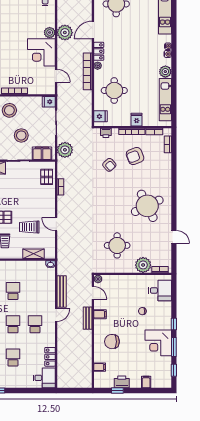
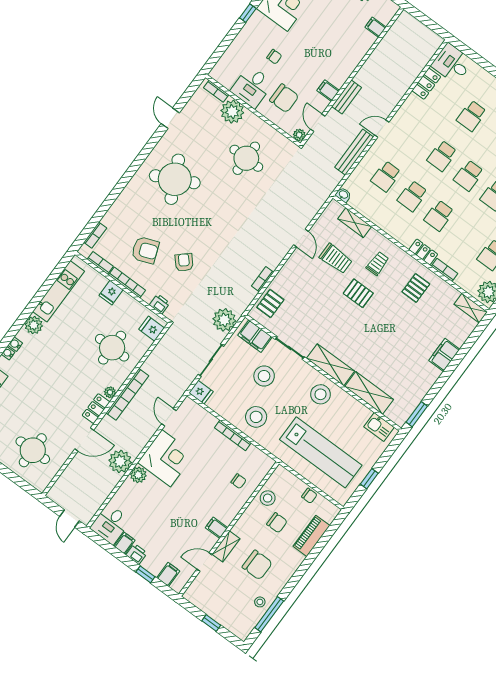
desk: (160, 290) -> (252, 87), moved, turned -90
school desk: (35, 324) -> (386, 176), moved
chair: (112, 342) -> (284, 98), moved

